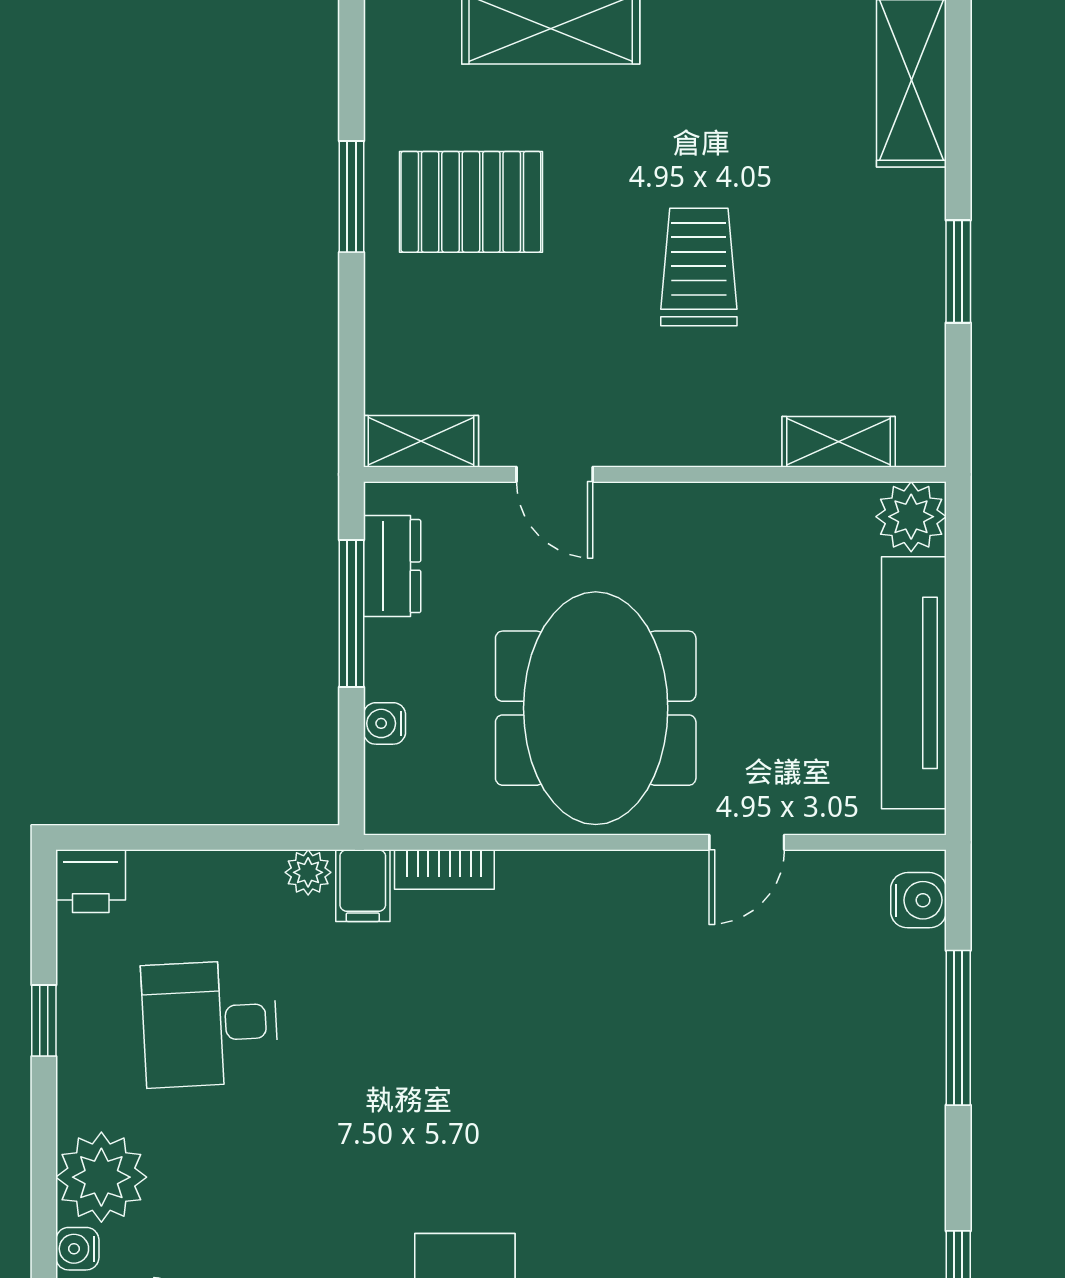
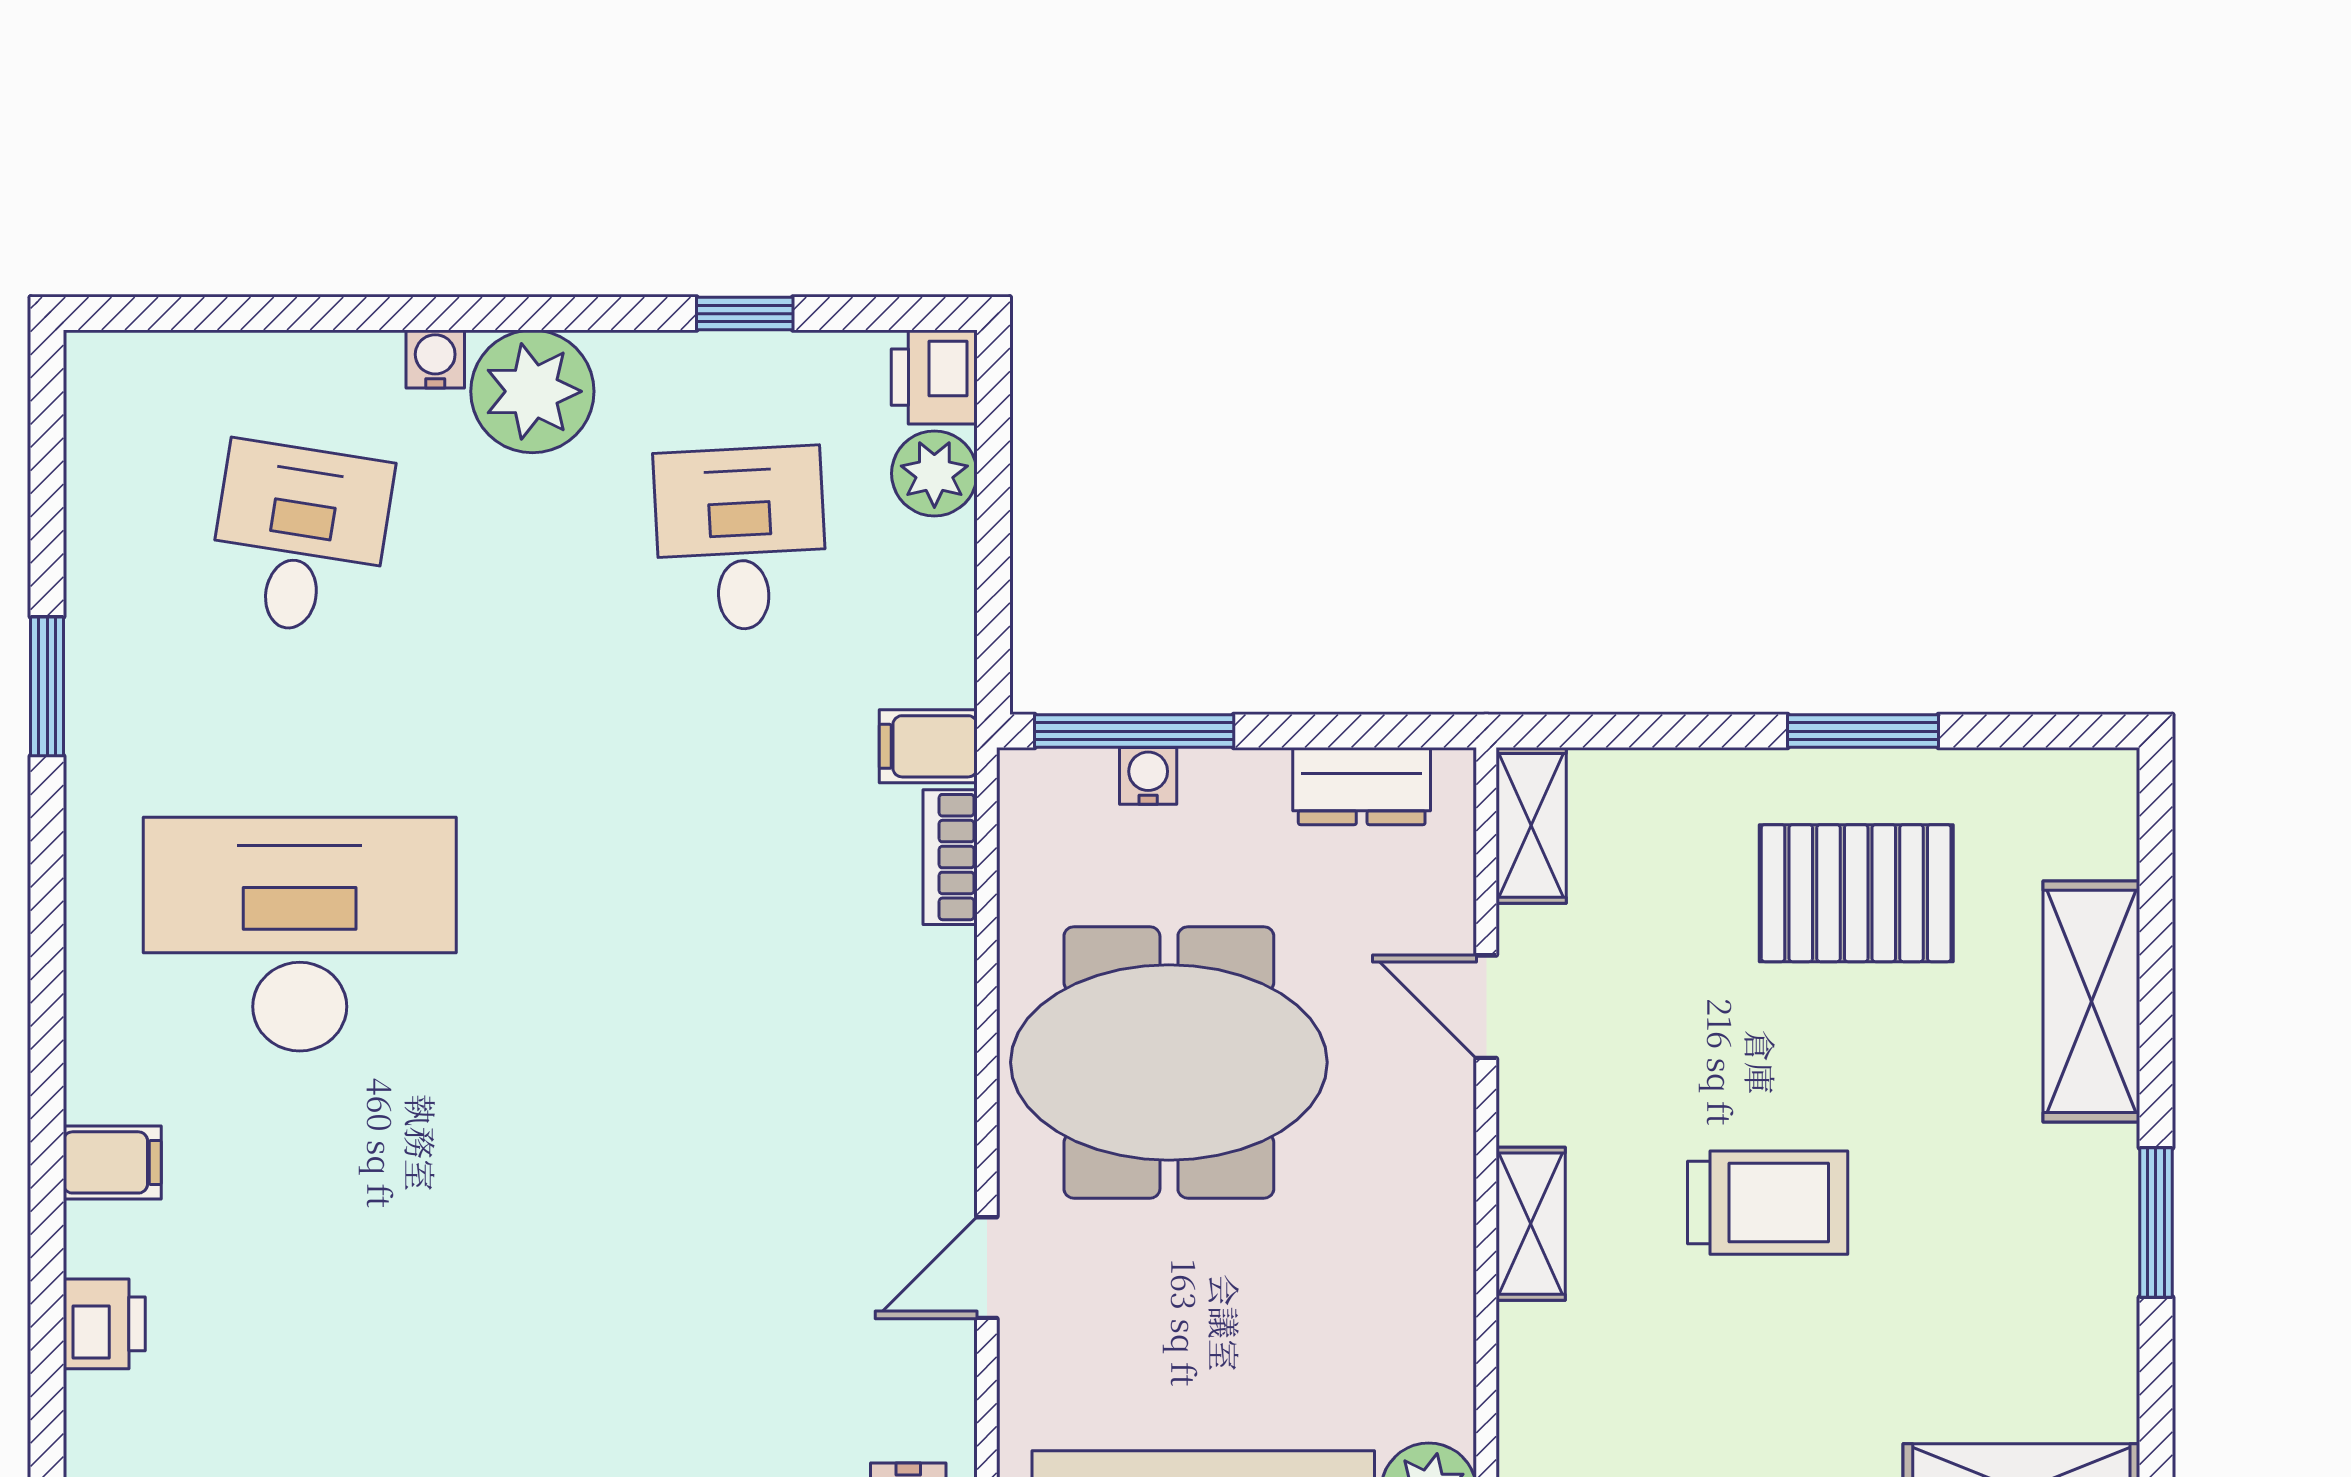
pallet: (471, 202) -> (1856, 893), turned 90
shelving: (839, 442) -> (1531, 1224), moved
door: (555, 474) -> (1486, 1007), hinge flipped
window: (351, 614) -> (1134, 731), moved
door: (747, 842) -> (987, 1268), hinge flipped
plant: (308, 872) -> (934, 473), moved, width x1.38, depth x1.38

